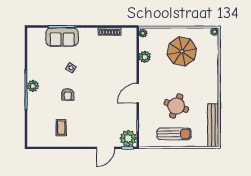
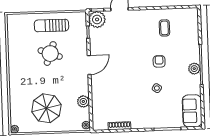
sofa: (62, 37) -> (192, 111), moved, turned -90
bench: (213, 125) -> (13, 36), removed

